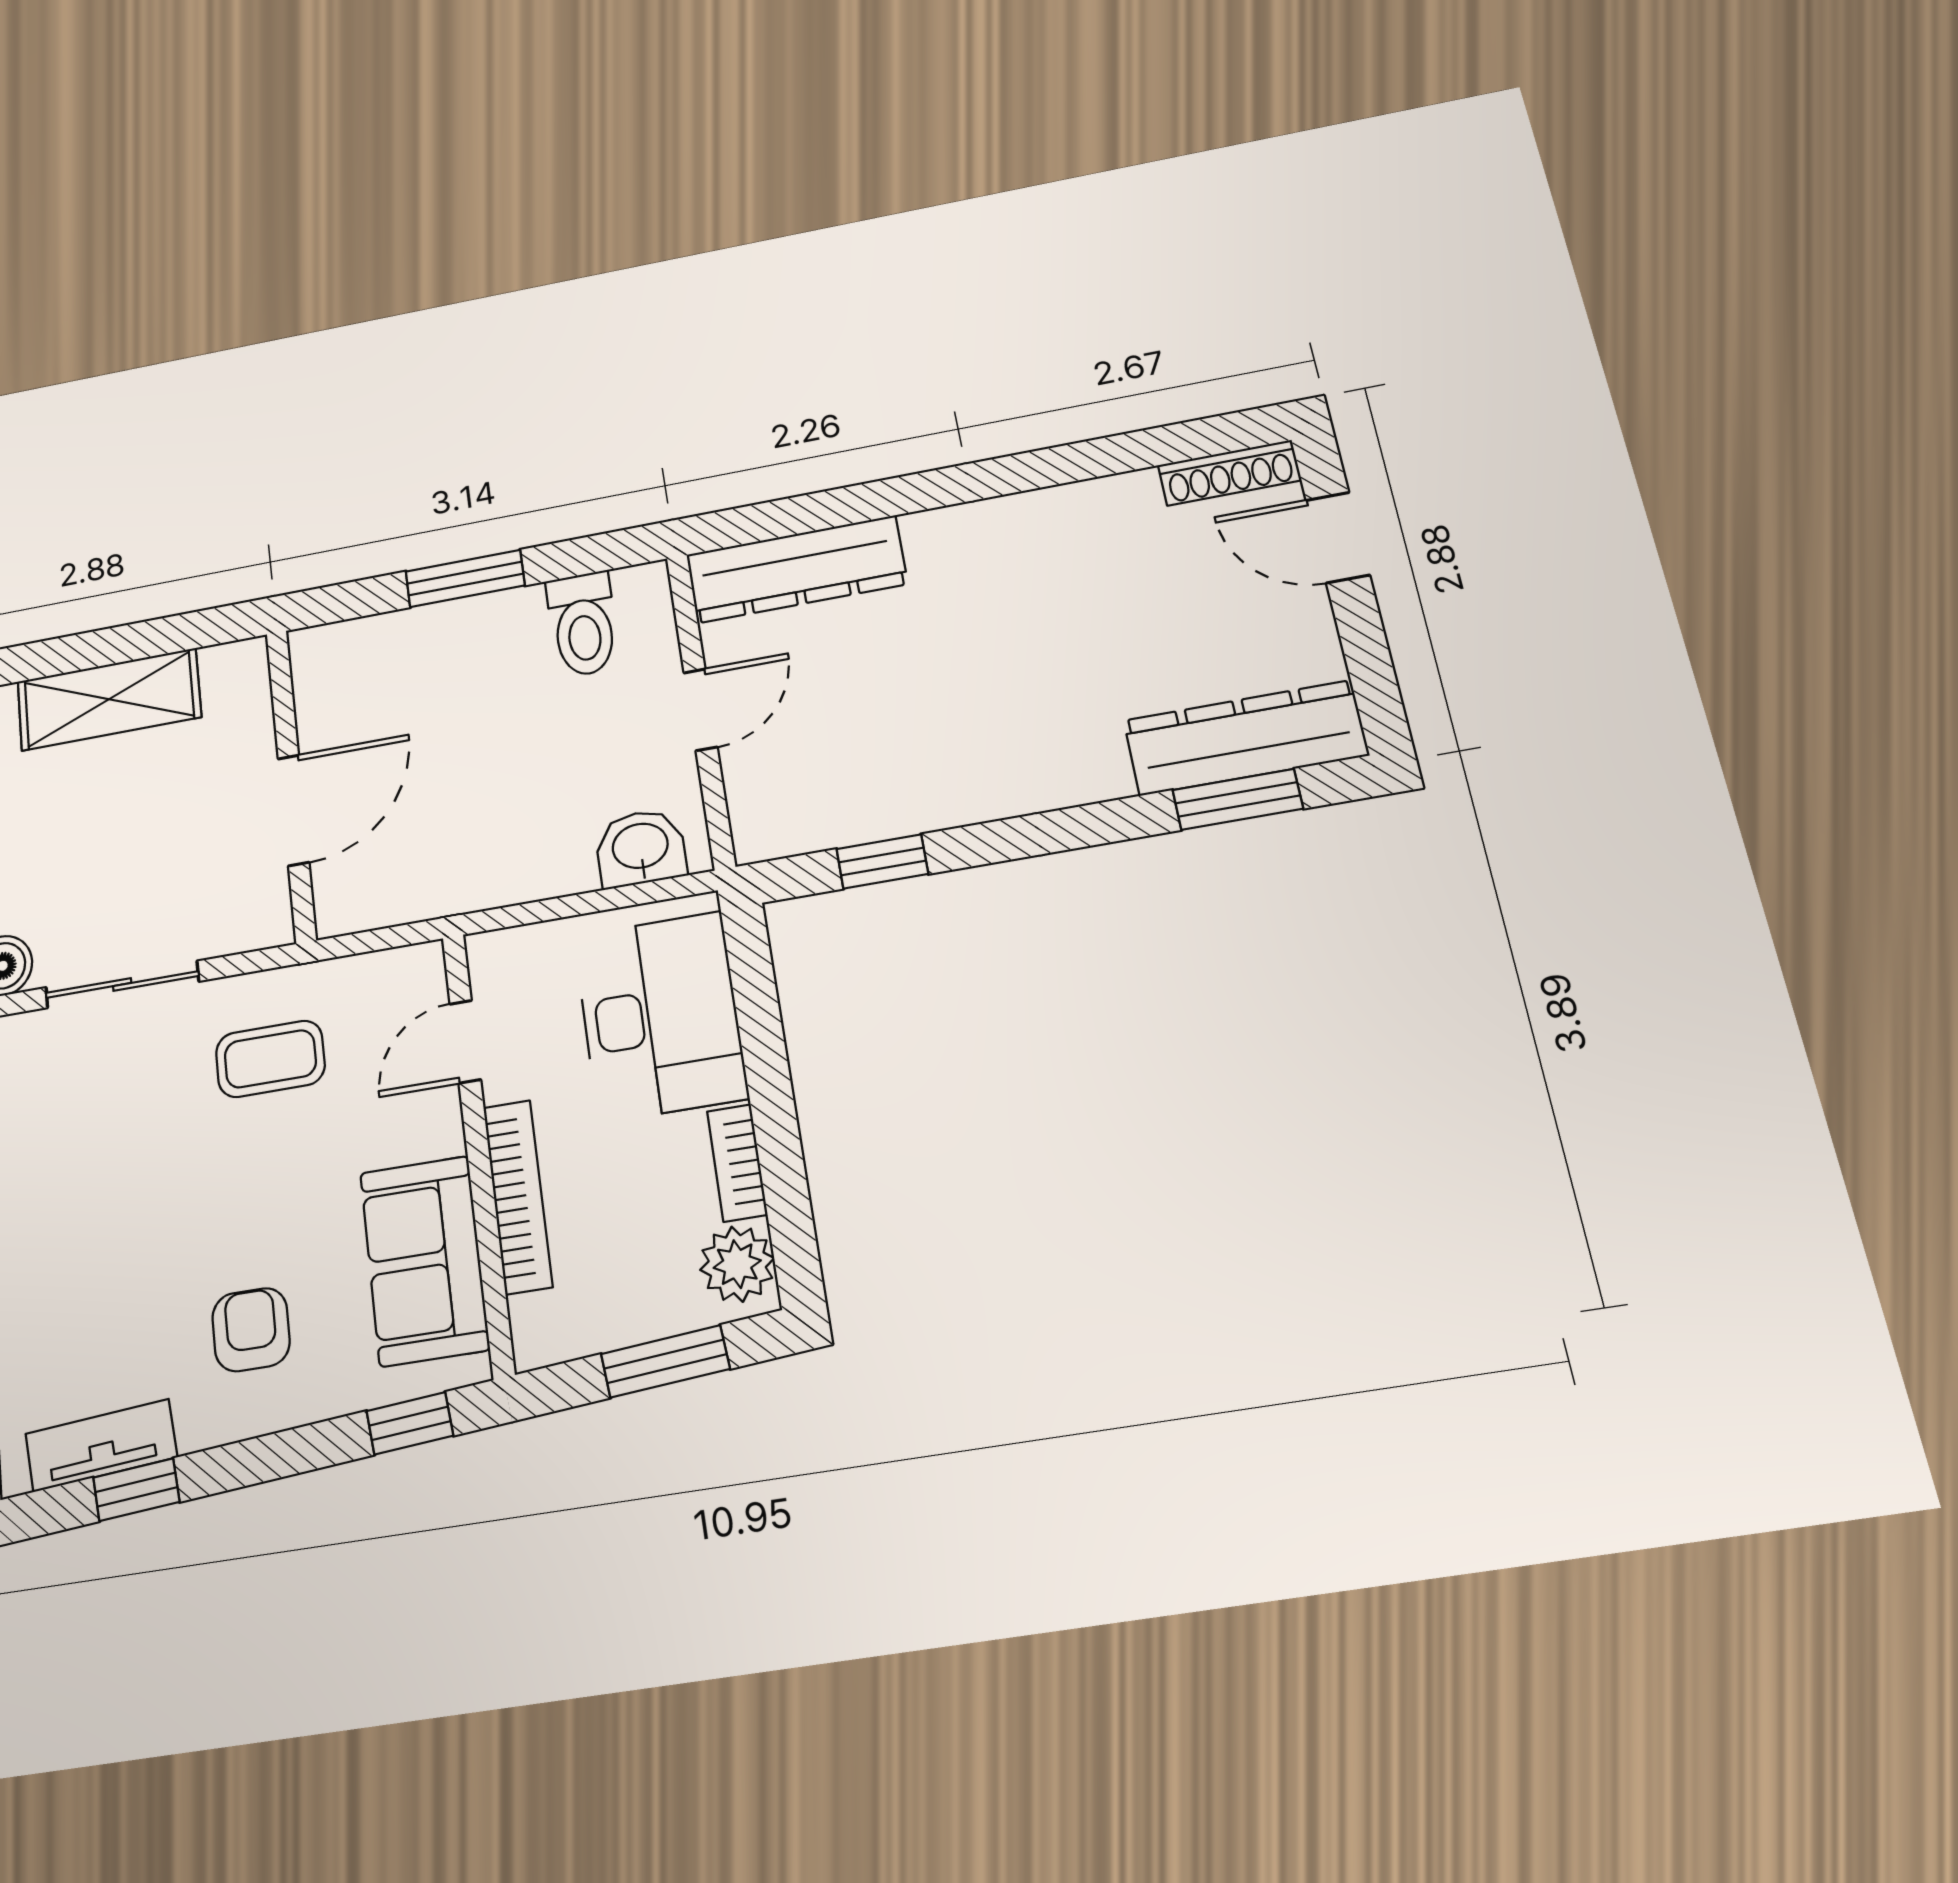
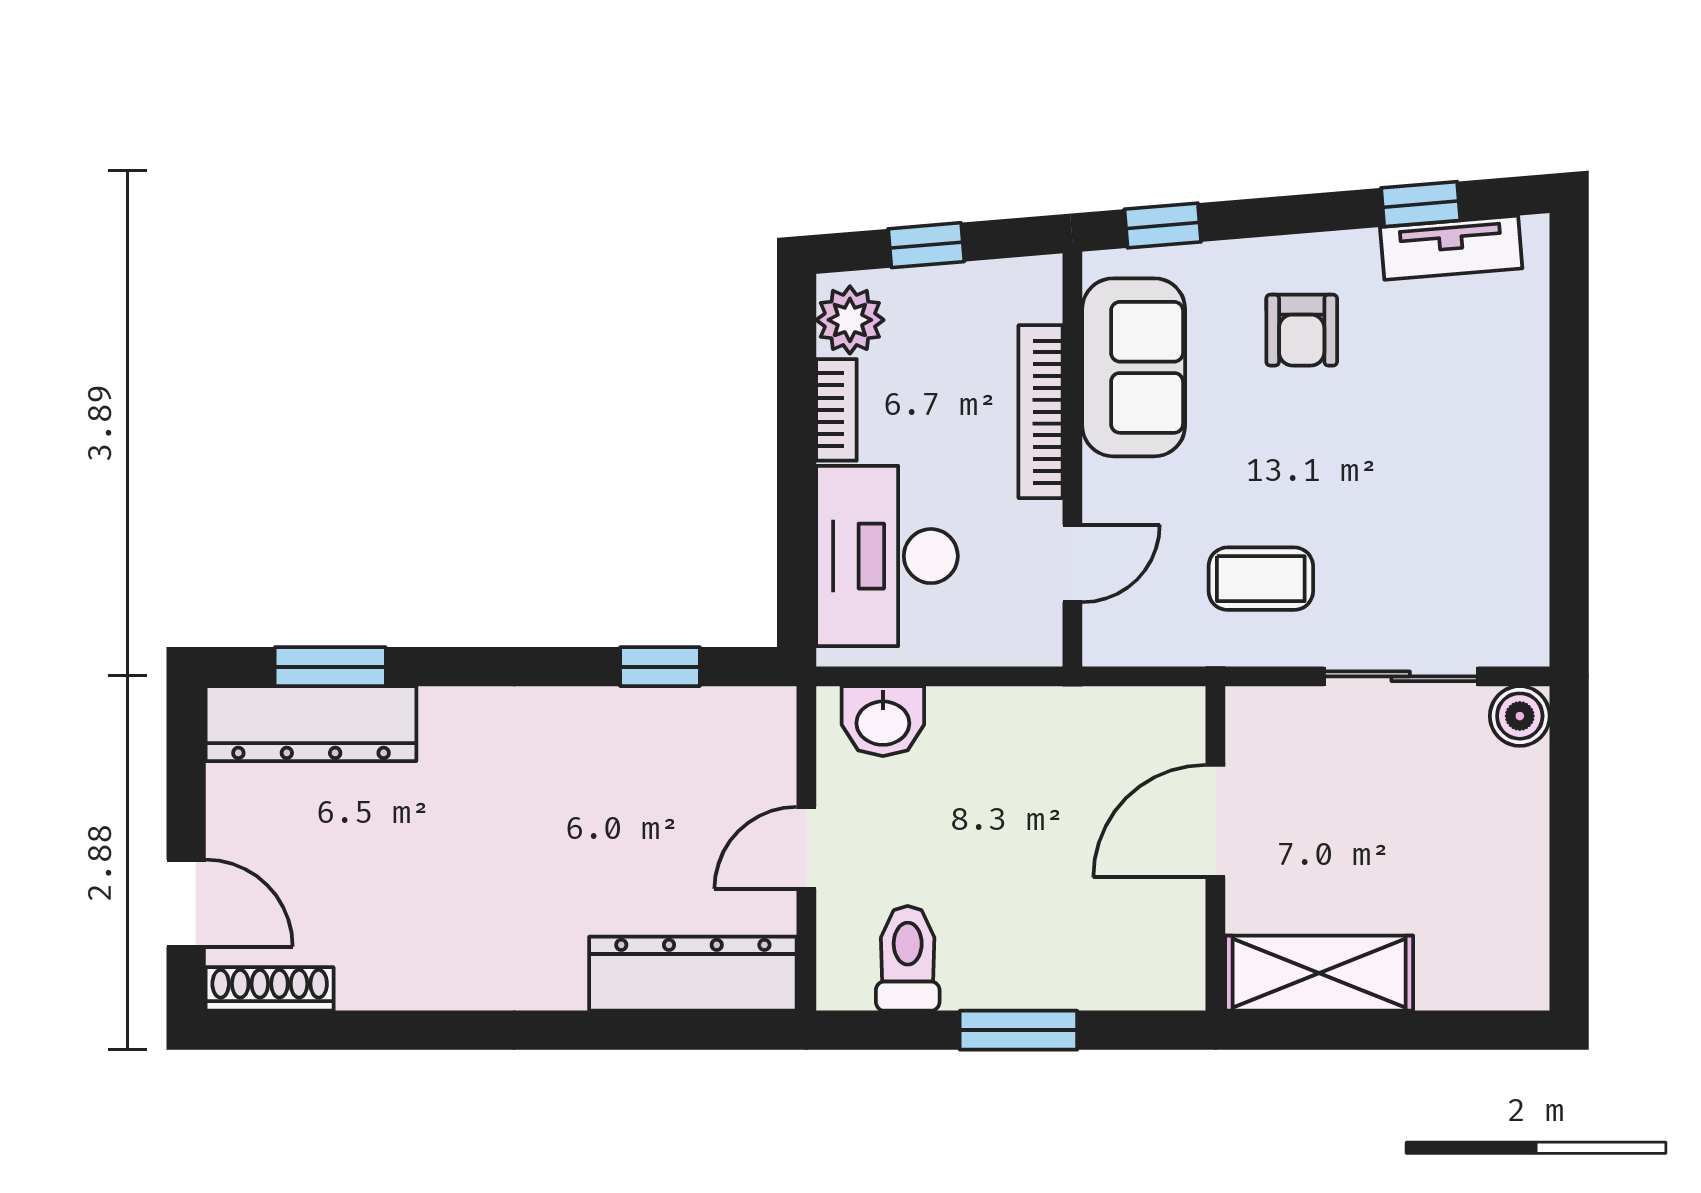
shelving: (109, 699) -> (1319, 973), moved
window: (665, 1361) -> (926, 245), width x0.67

